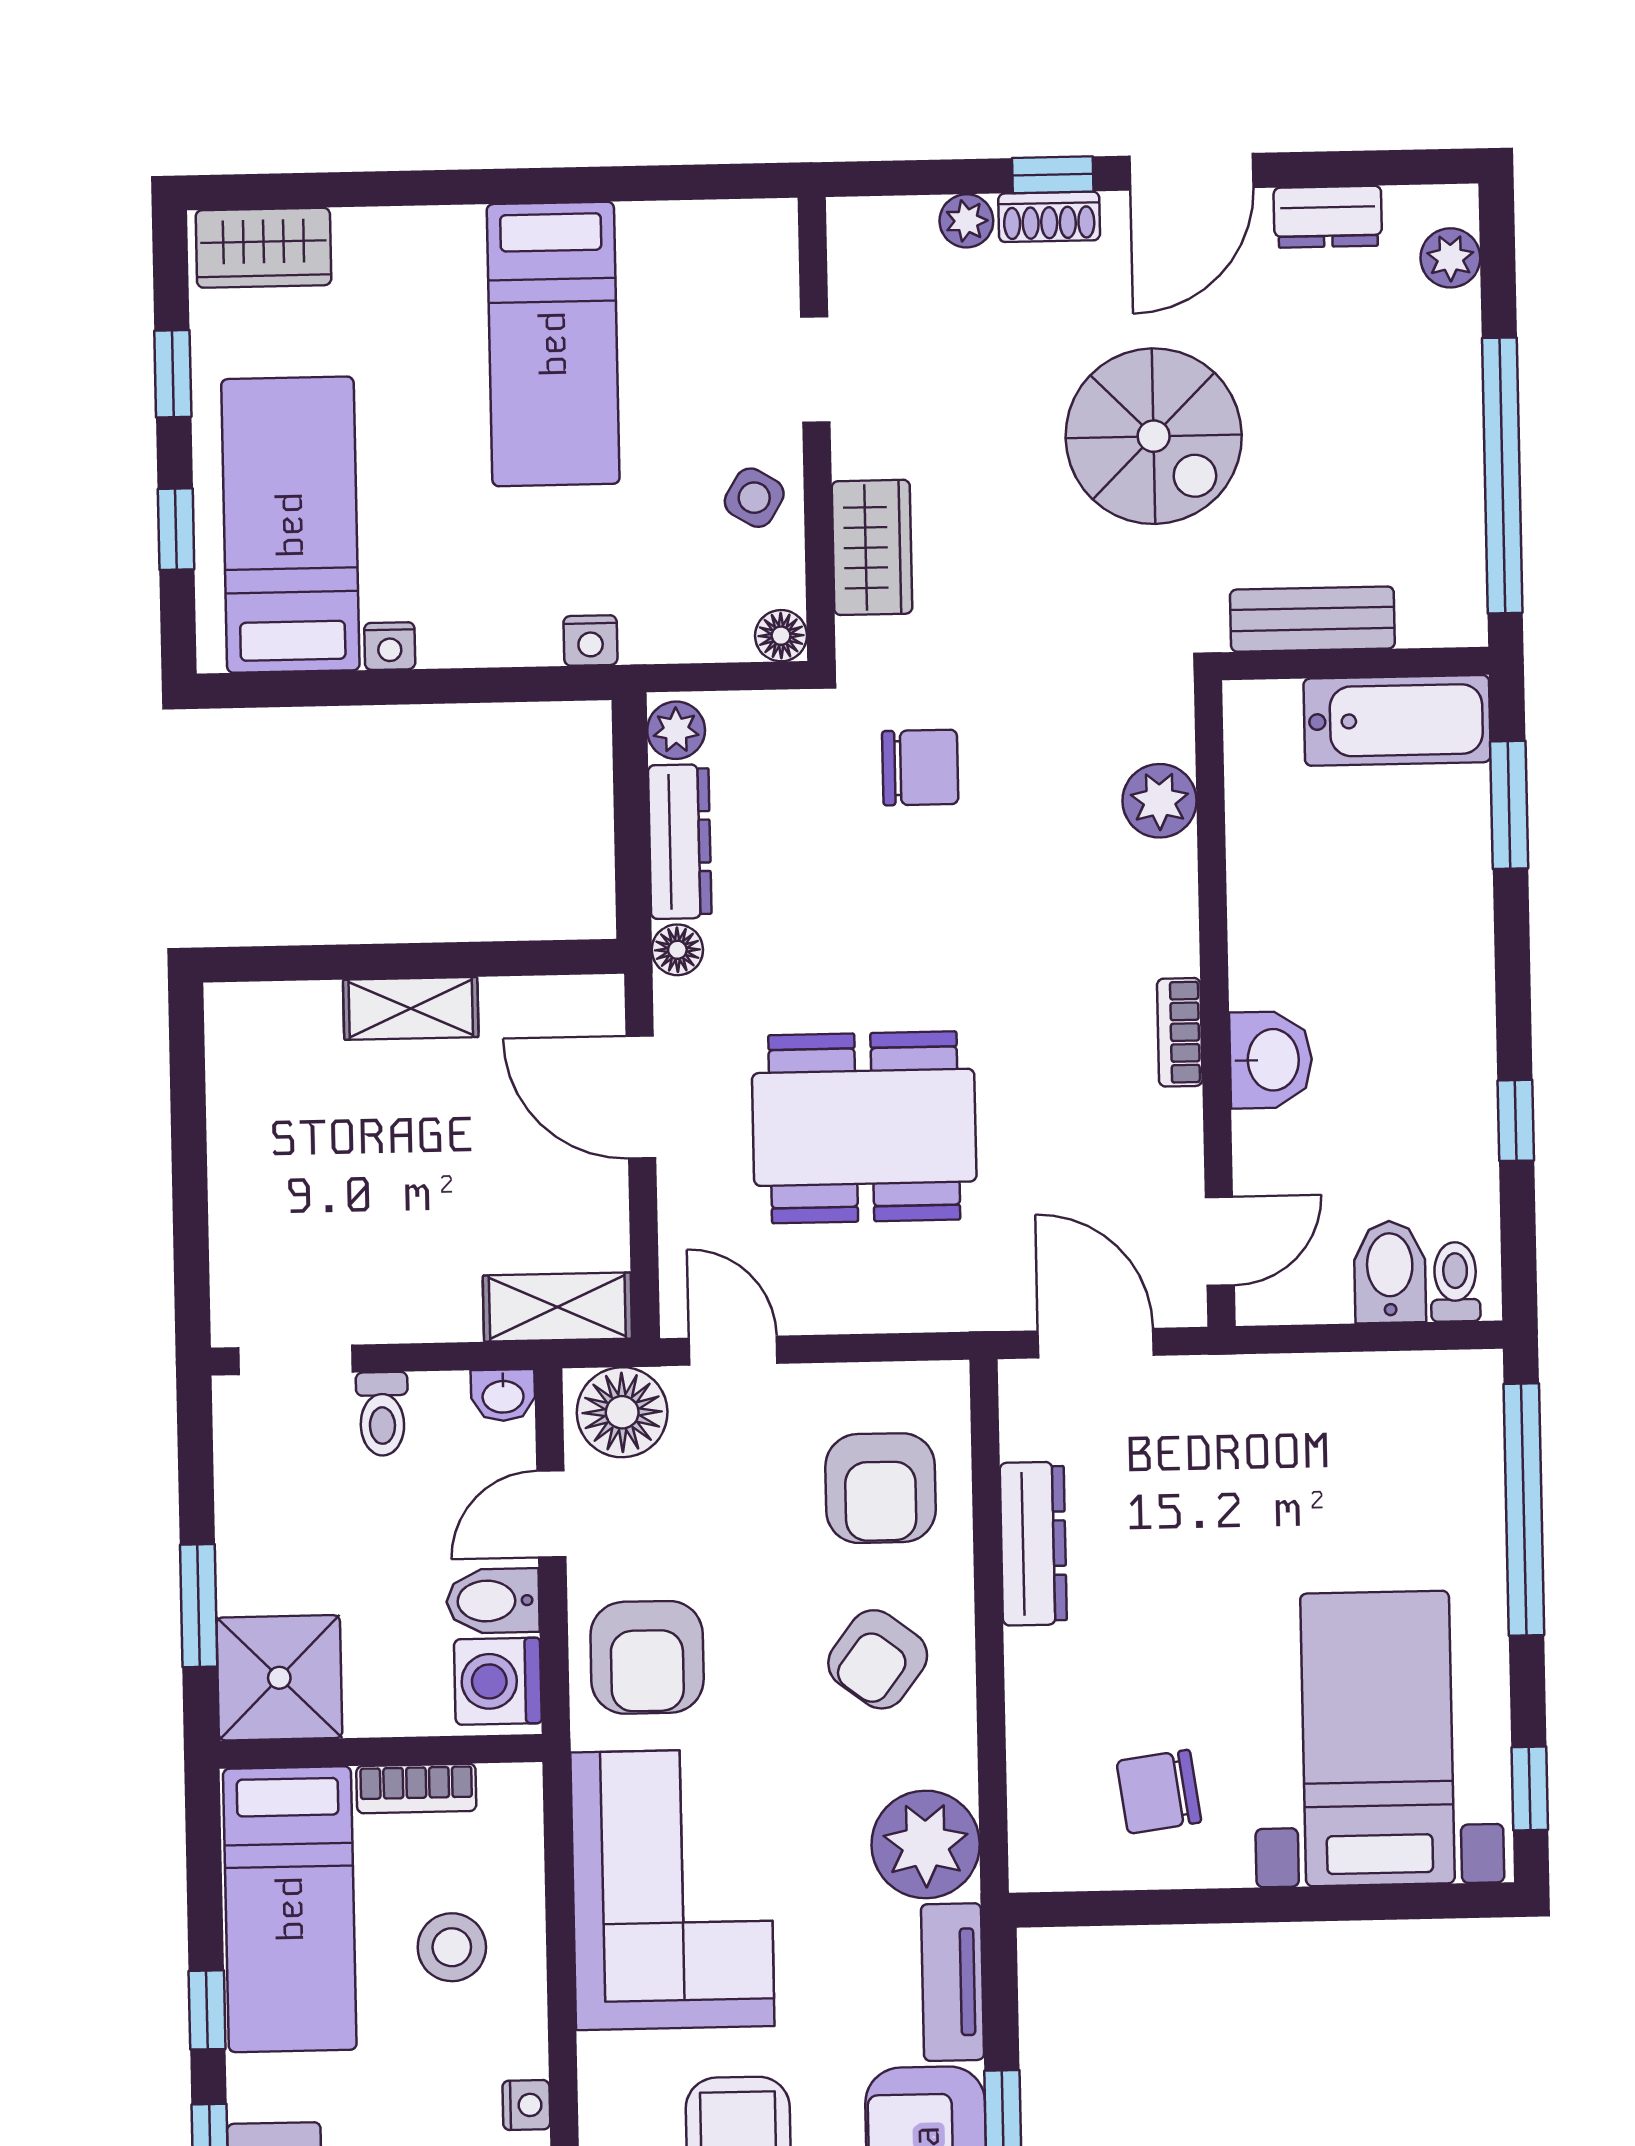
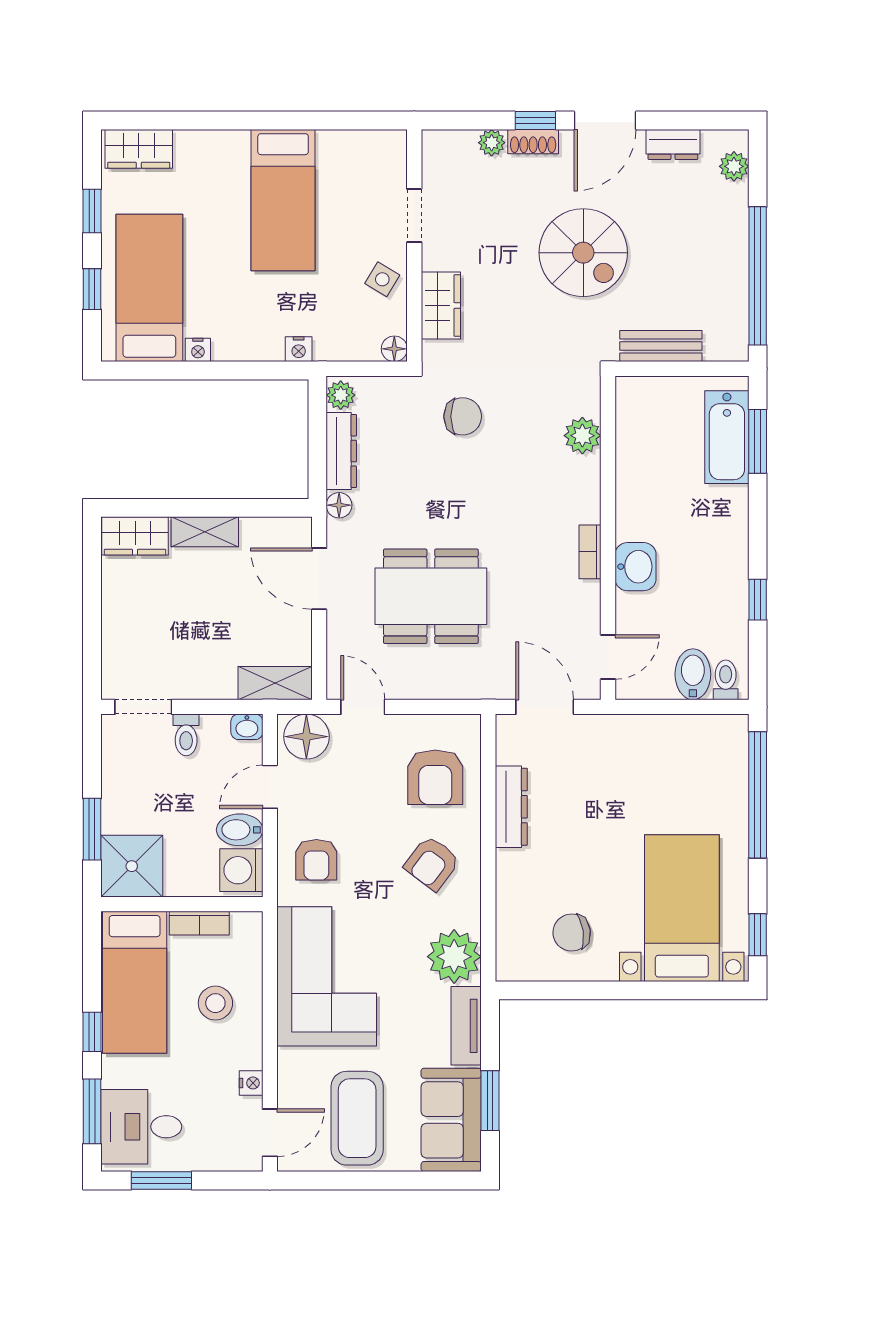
bathtub: (1397, 720) -> (727, 437), moved, turned 90
wardrobe: (272, 1020) -> (135, 536), added
armchair: (647, 1657) -> (316, 860), width x0.72, depth x0.72

